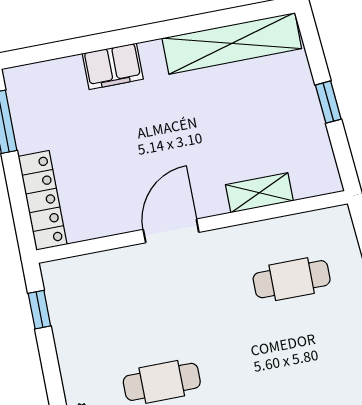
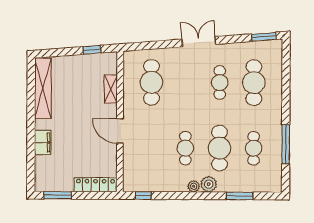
window: (328, 102) -> (92, 50), moved
cafe table: (292, 279) -> (151, 82), width x1.37, depth x1.35

